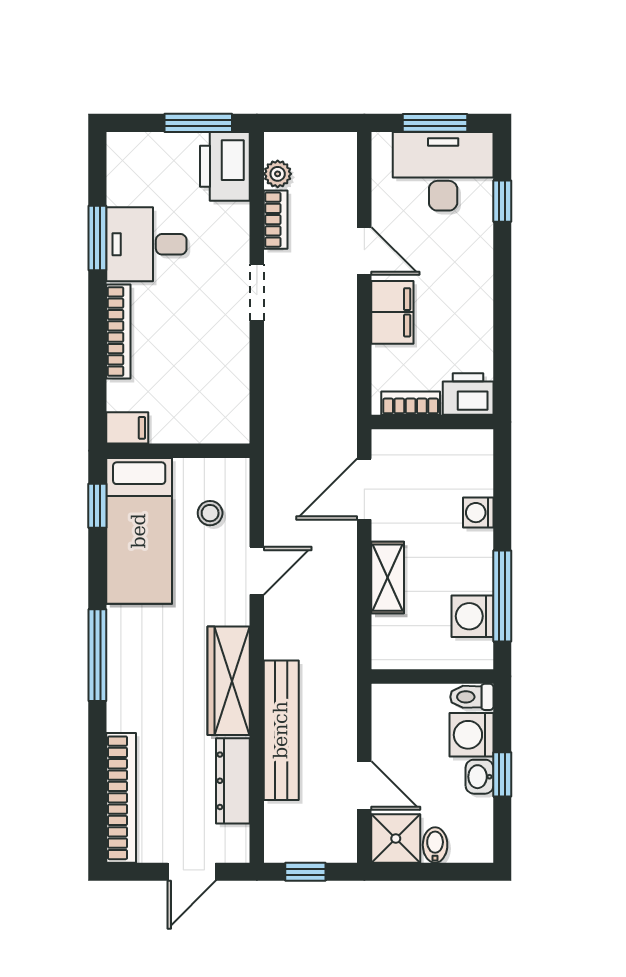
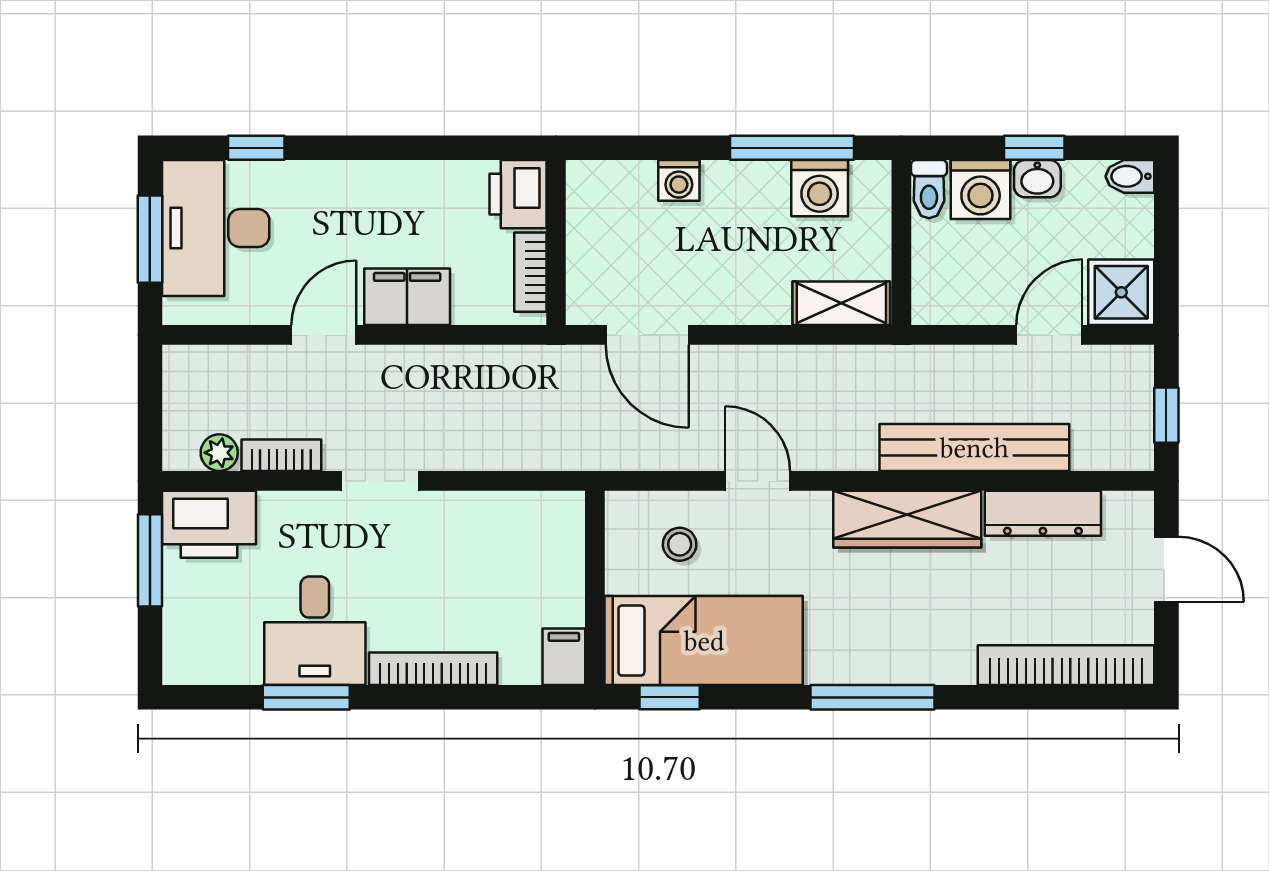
shelving: (388, 578) -> (841, 303), moved
bidet: (435, 845) -> (1130, 176), moved

